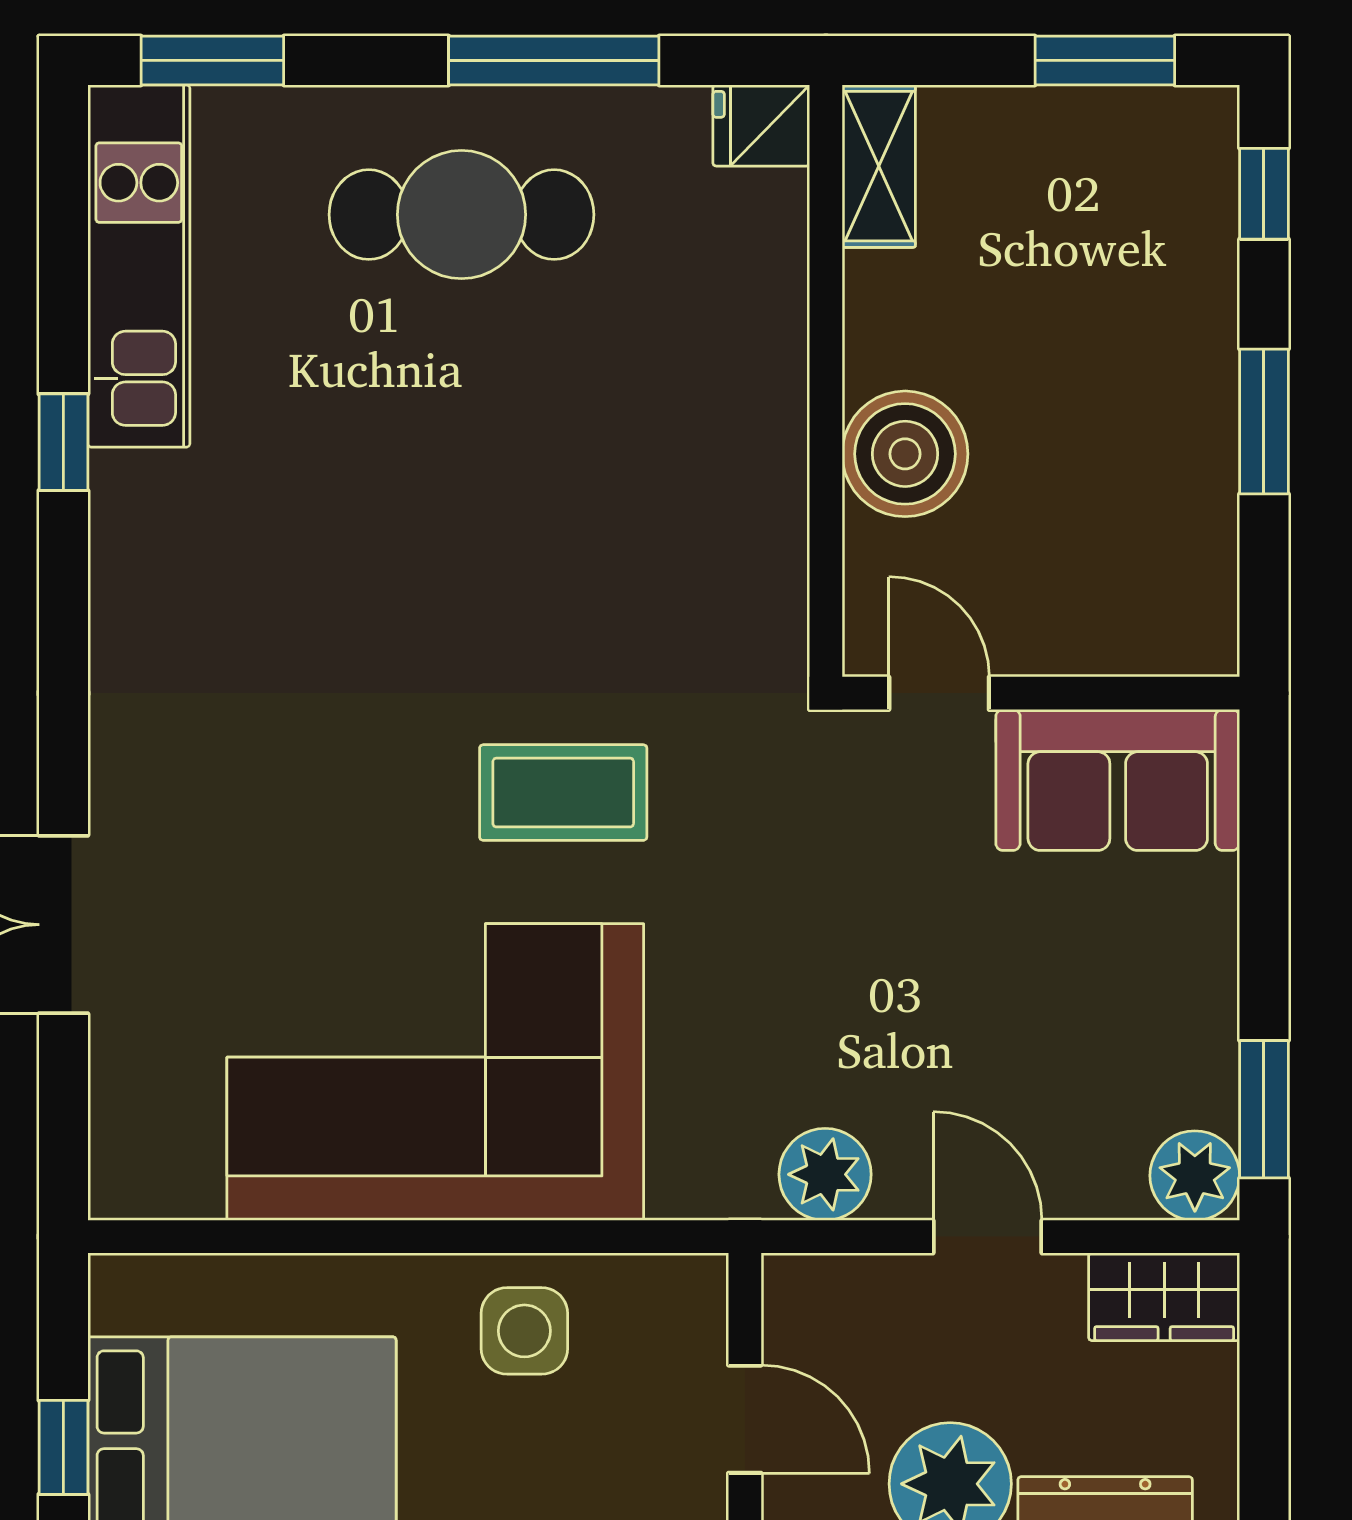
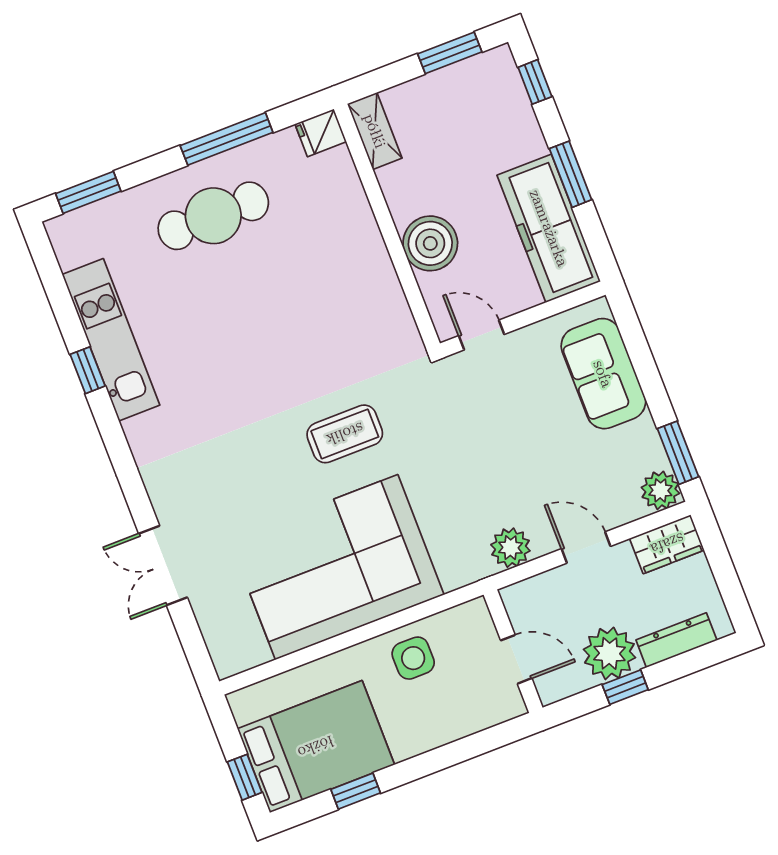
kitchen unit: (139, 266) -> (111, 340), moved
freezer: (1172, 520) -> (549, 228), added
sofa: (1118, 780) -> (603, 374), moved, turned 90

